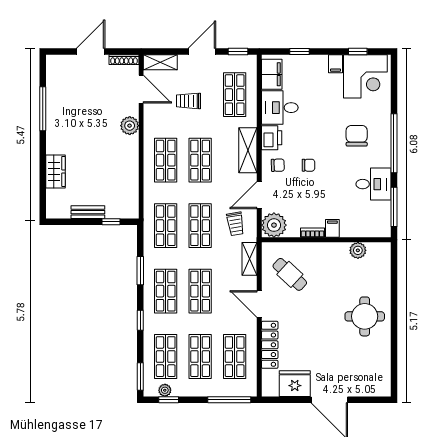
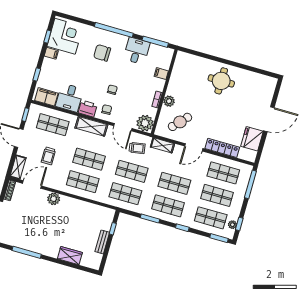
filing cabinet: (332, 228) -> (161, 74), moved
plant: (358, 250) -> (169, 101), moved

